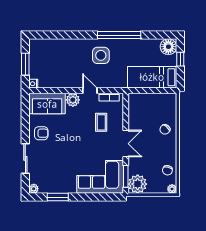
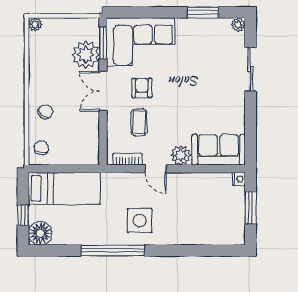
armchair: (41, 133) -> (142, 88), moved, turned 90
chair: (167, 170) -> (41, 148), moved
plant: (138, 184) -> (86, 55), moved

